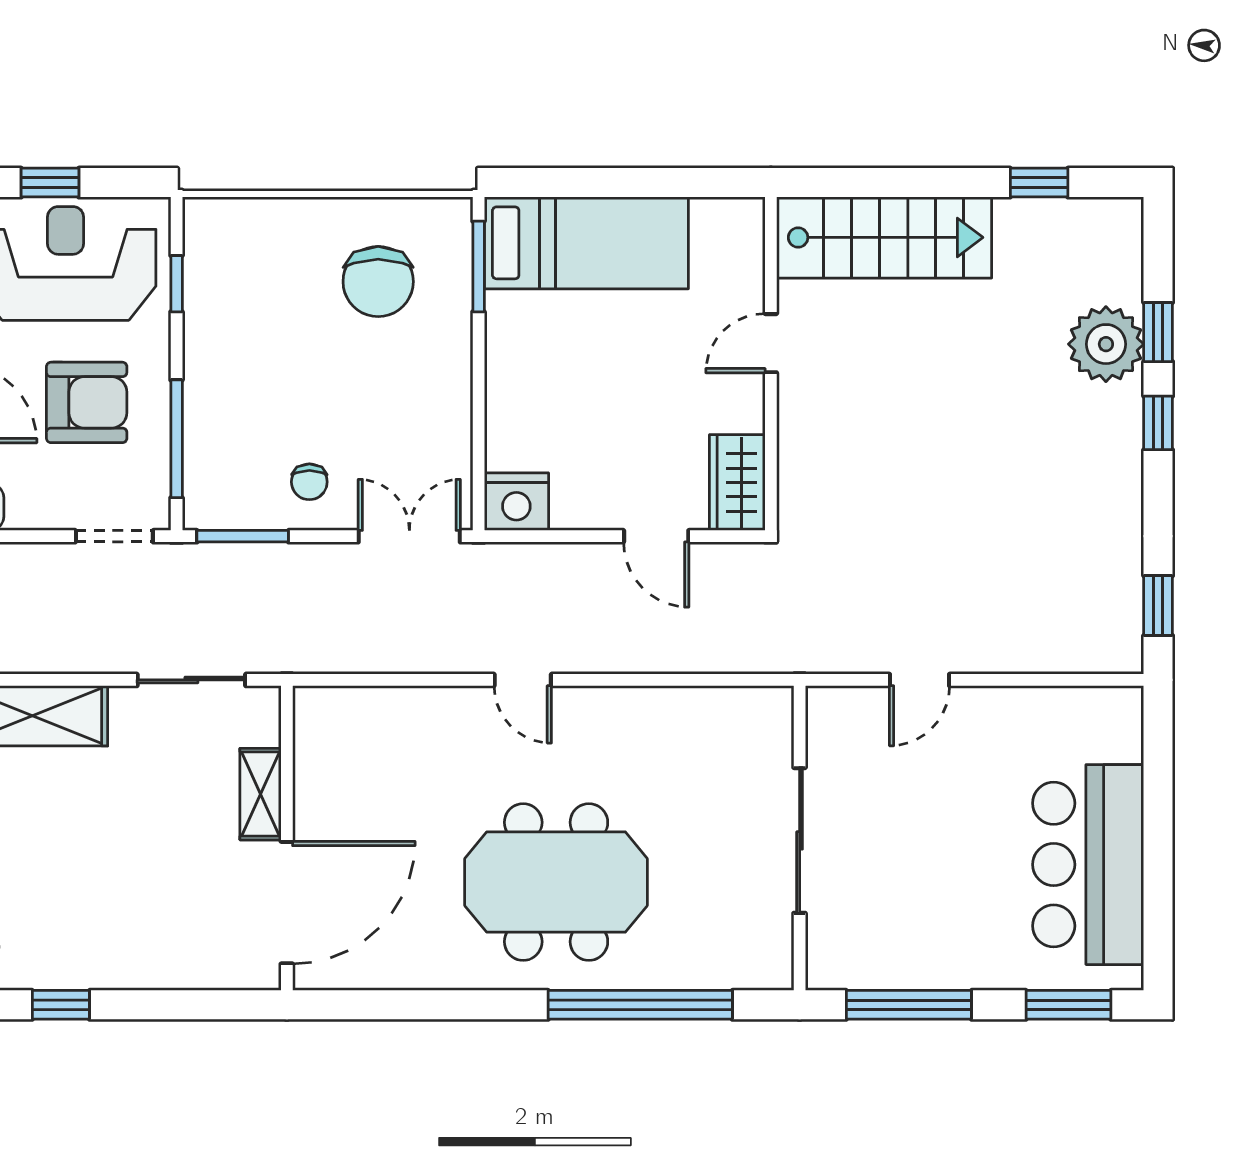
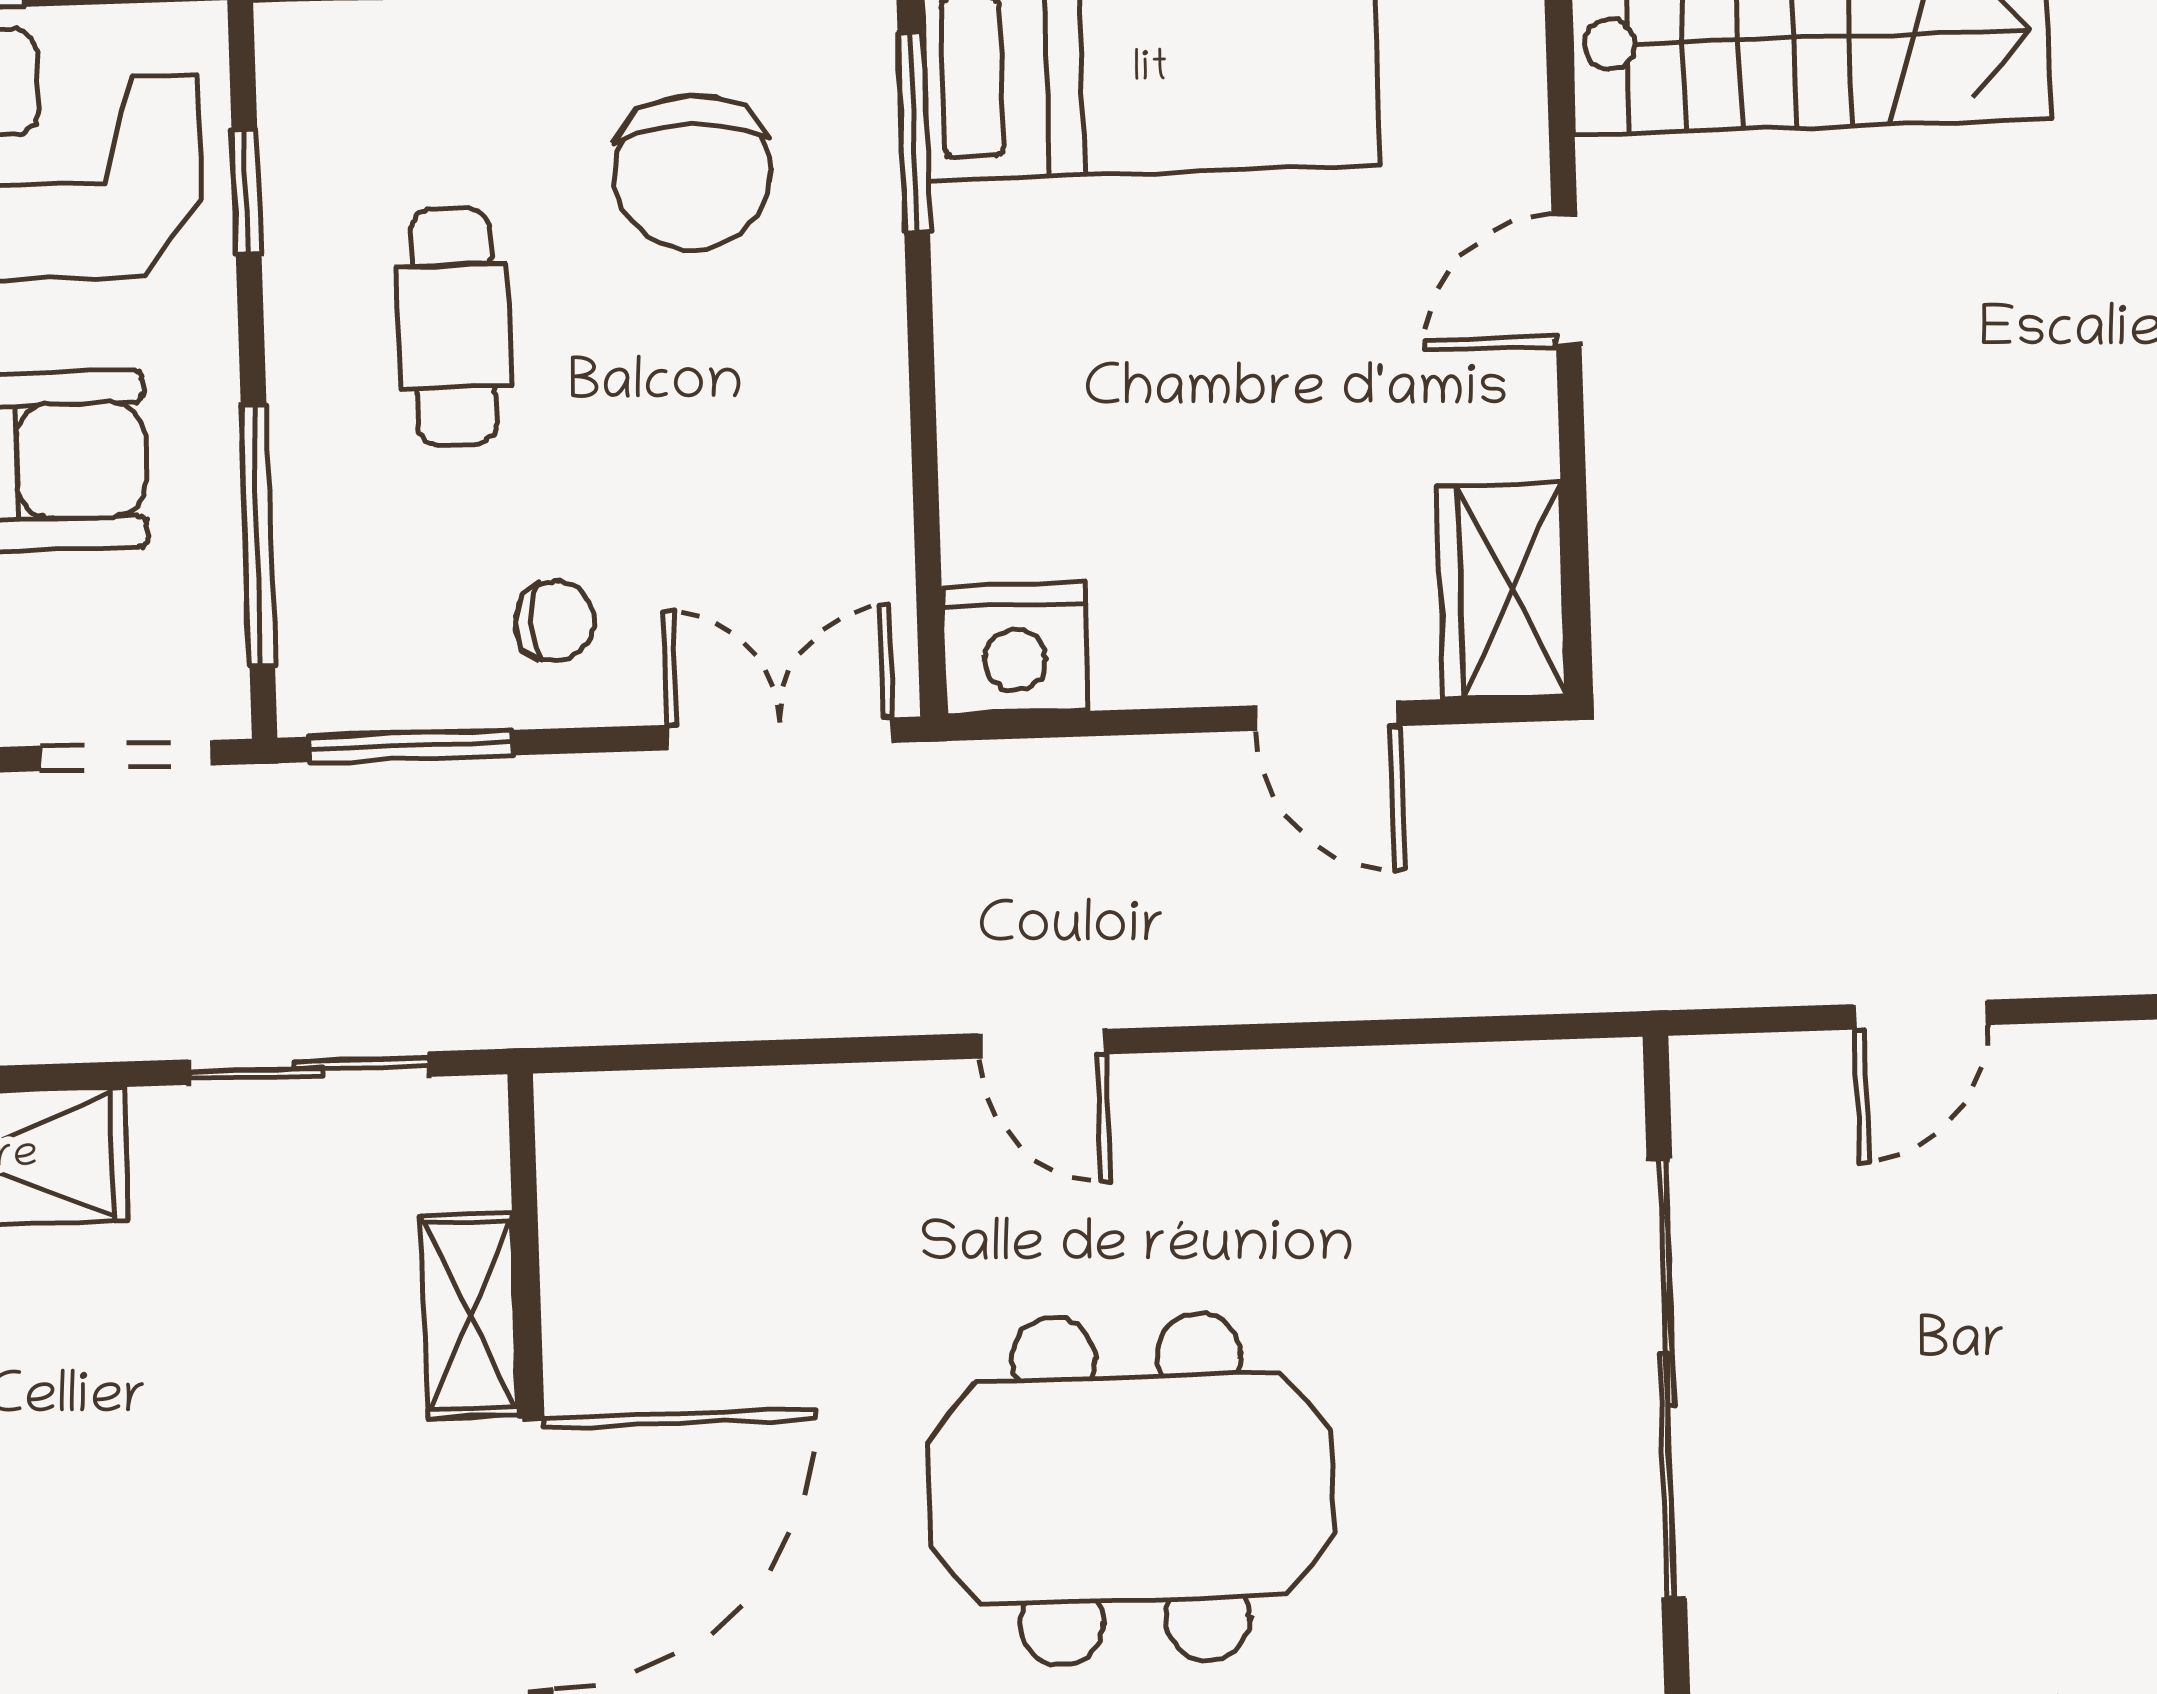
cafe table: (268, 347) -> (453, 326), added
chair: (309, 482) -> (555, 621), turned -90
sliding door: (800, 840) -> (1667, 1379), width x1.36

